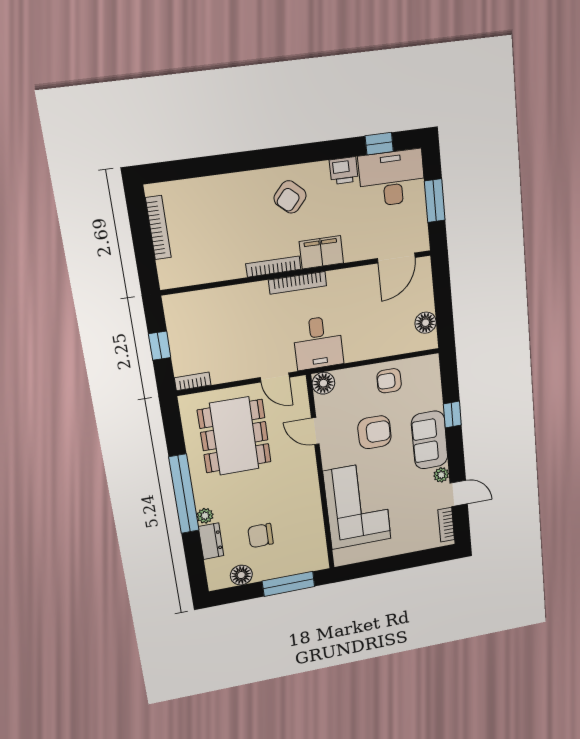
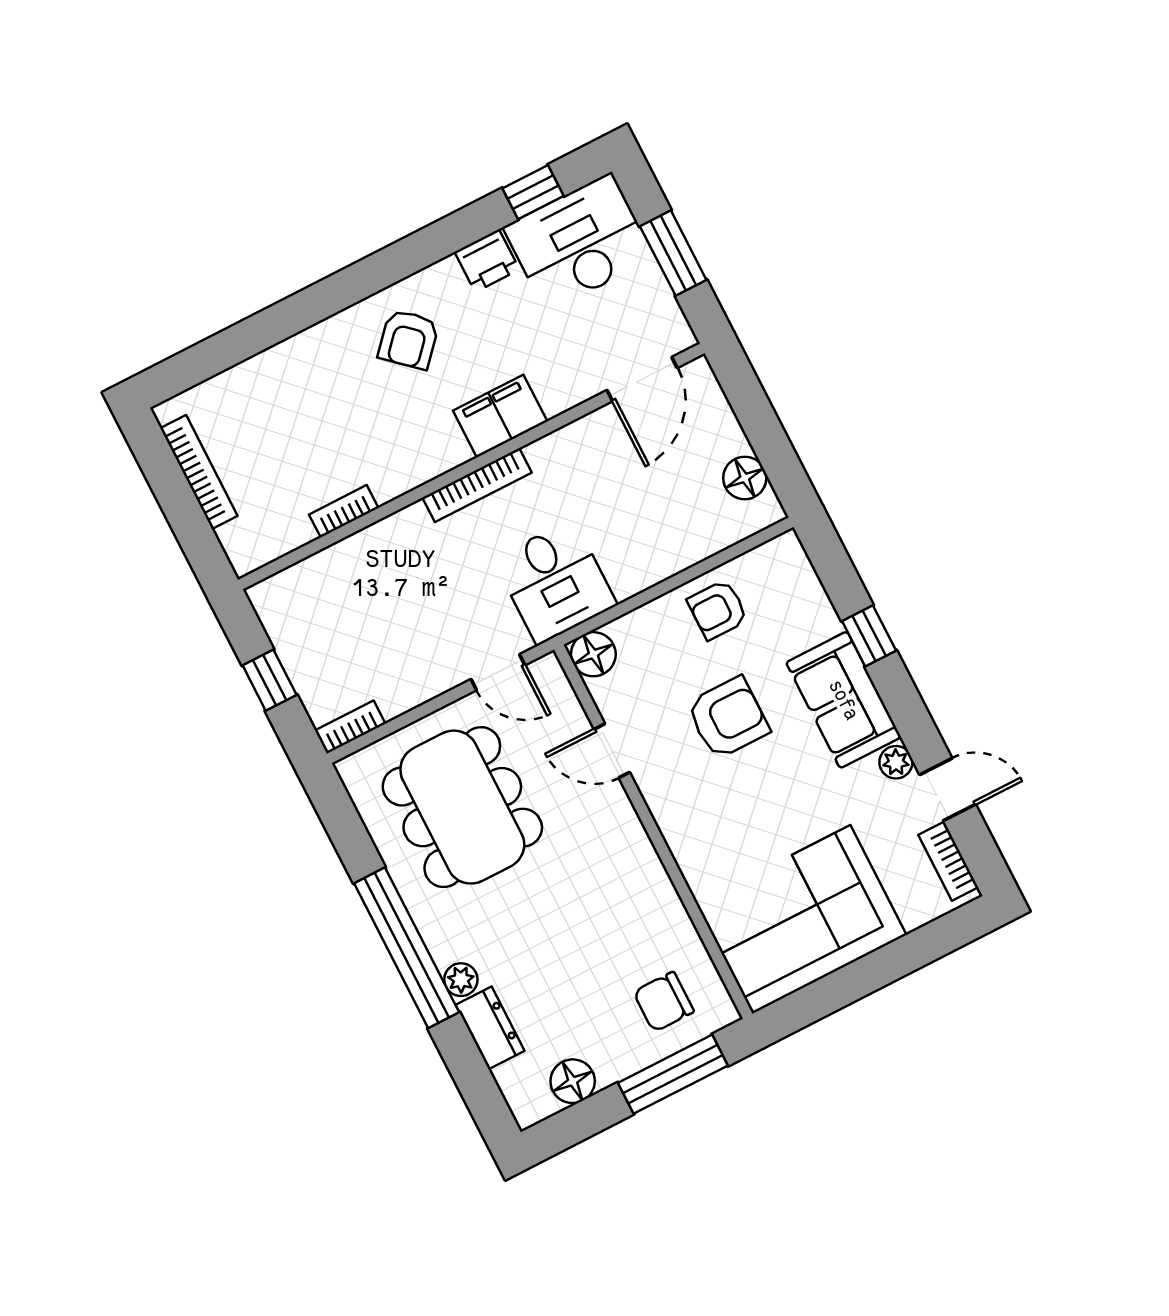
bookcase: (273, 267) -> (344, 511), moved, width x0.64
corner sofa: (357, 505) -> (801, 919), moved, turned -90
chair: (261, 536) -> (664, 1002), moved

